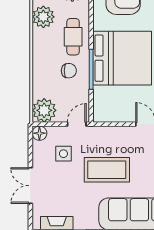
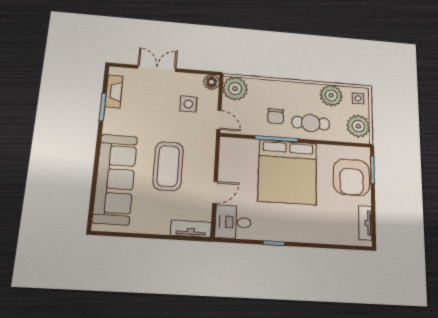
coffee table: (107, 170) -> (168, 166), moved

